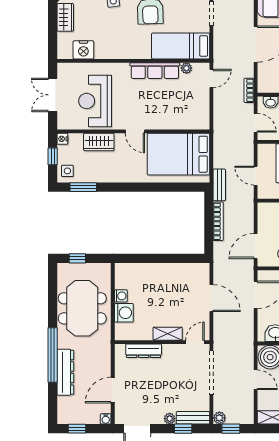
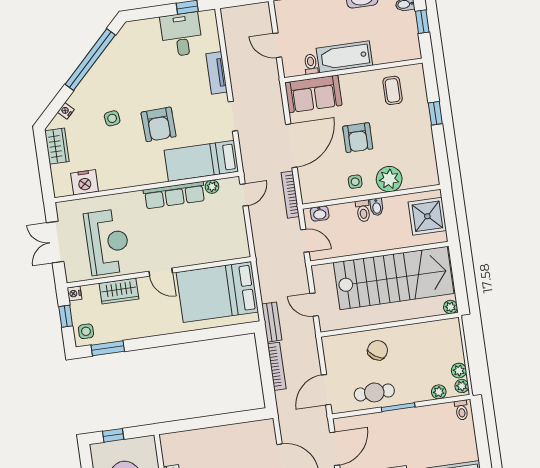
bookcase: (249, 90) -> (290, 195), width x1.56
reception desk: (95, 101) -> (107, 242), turned 180

